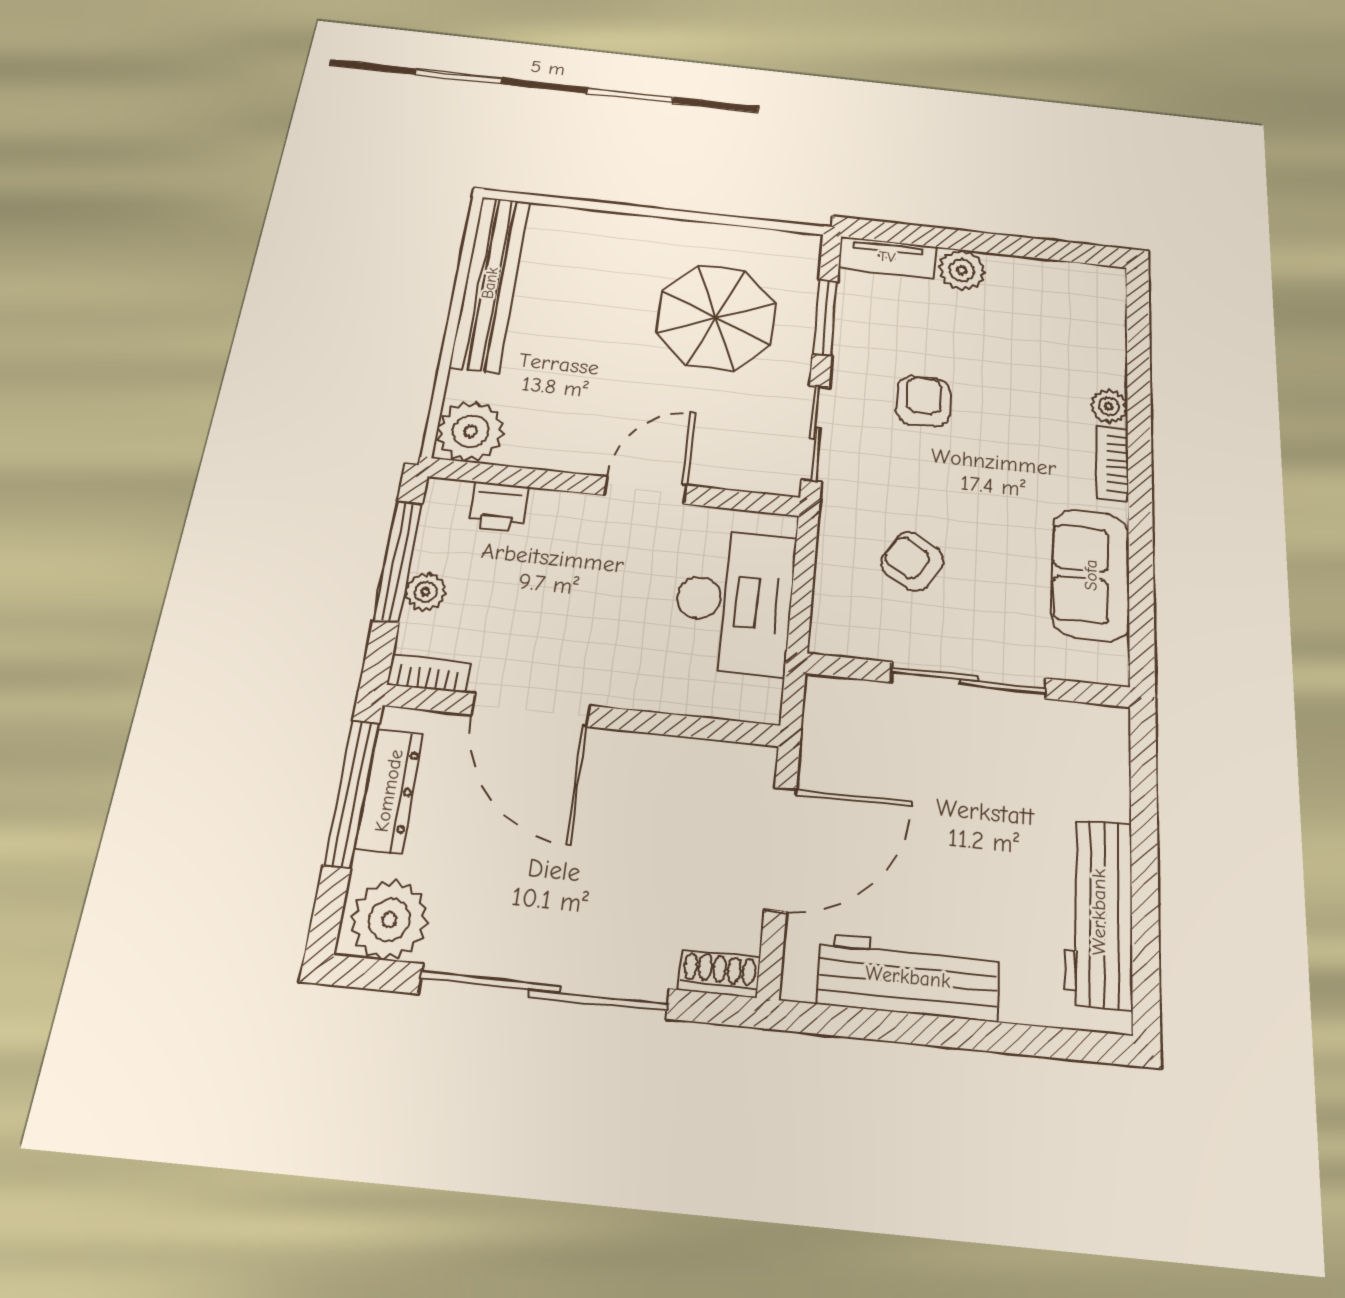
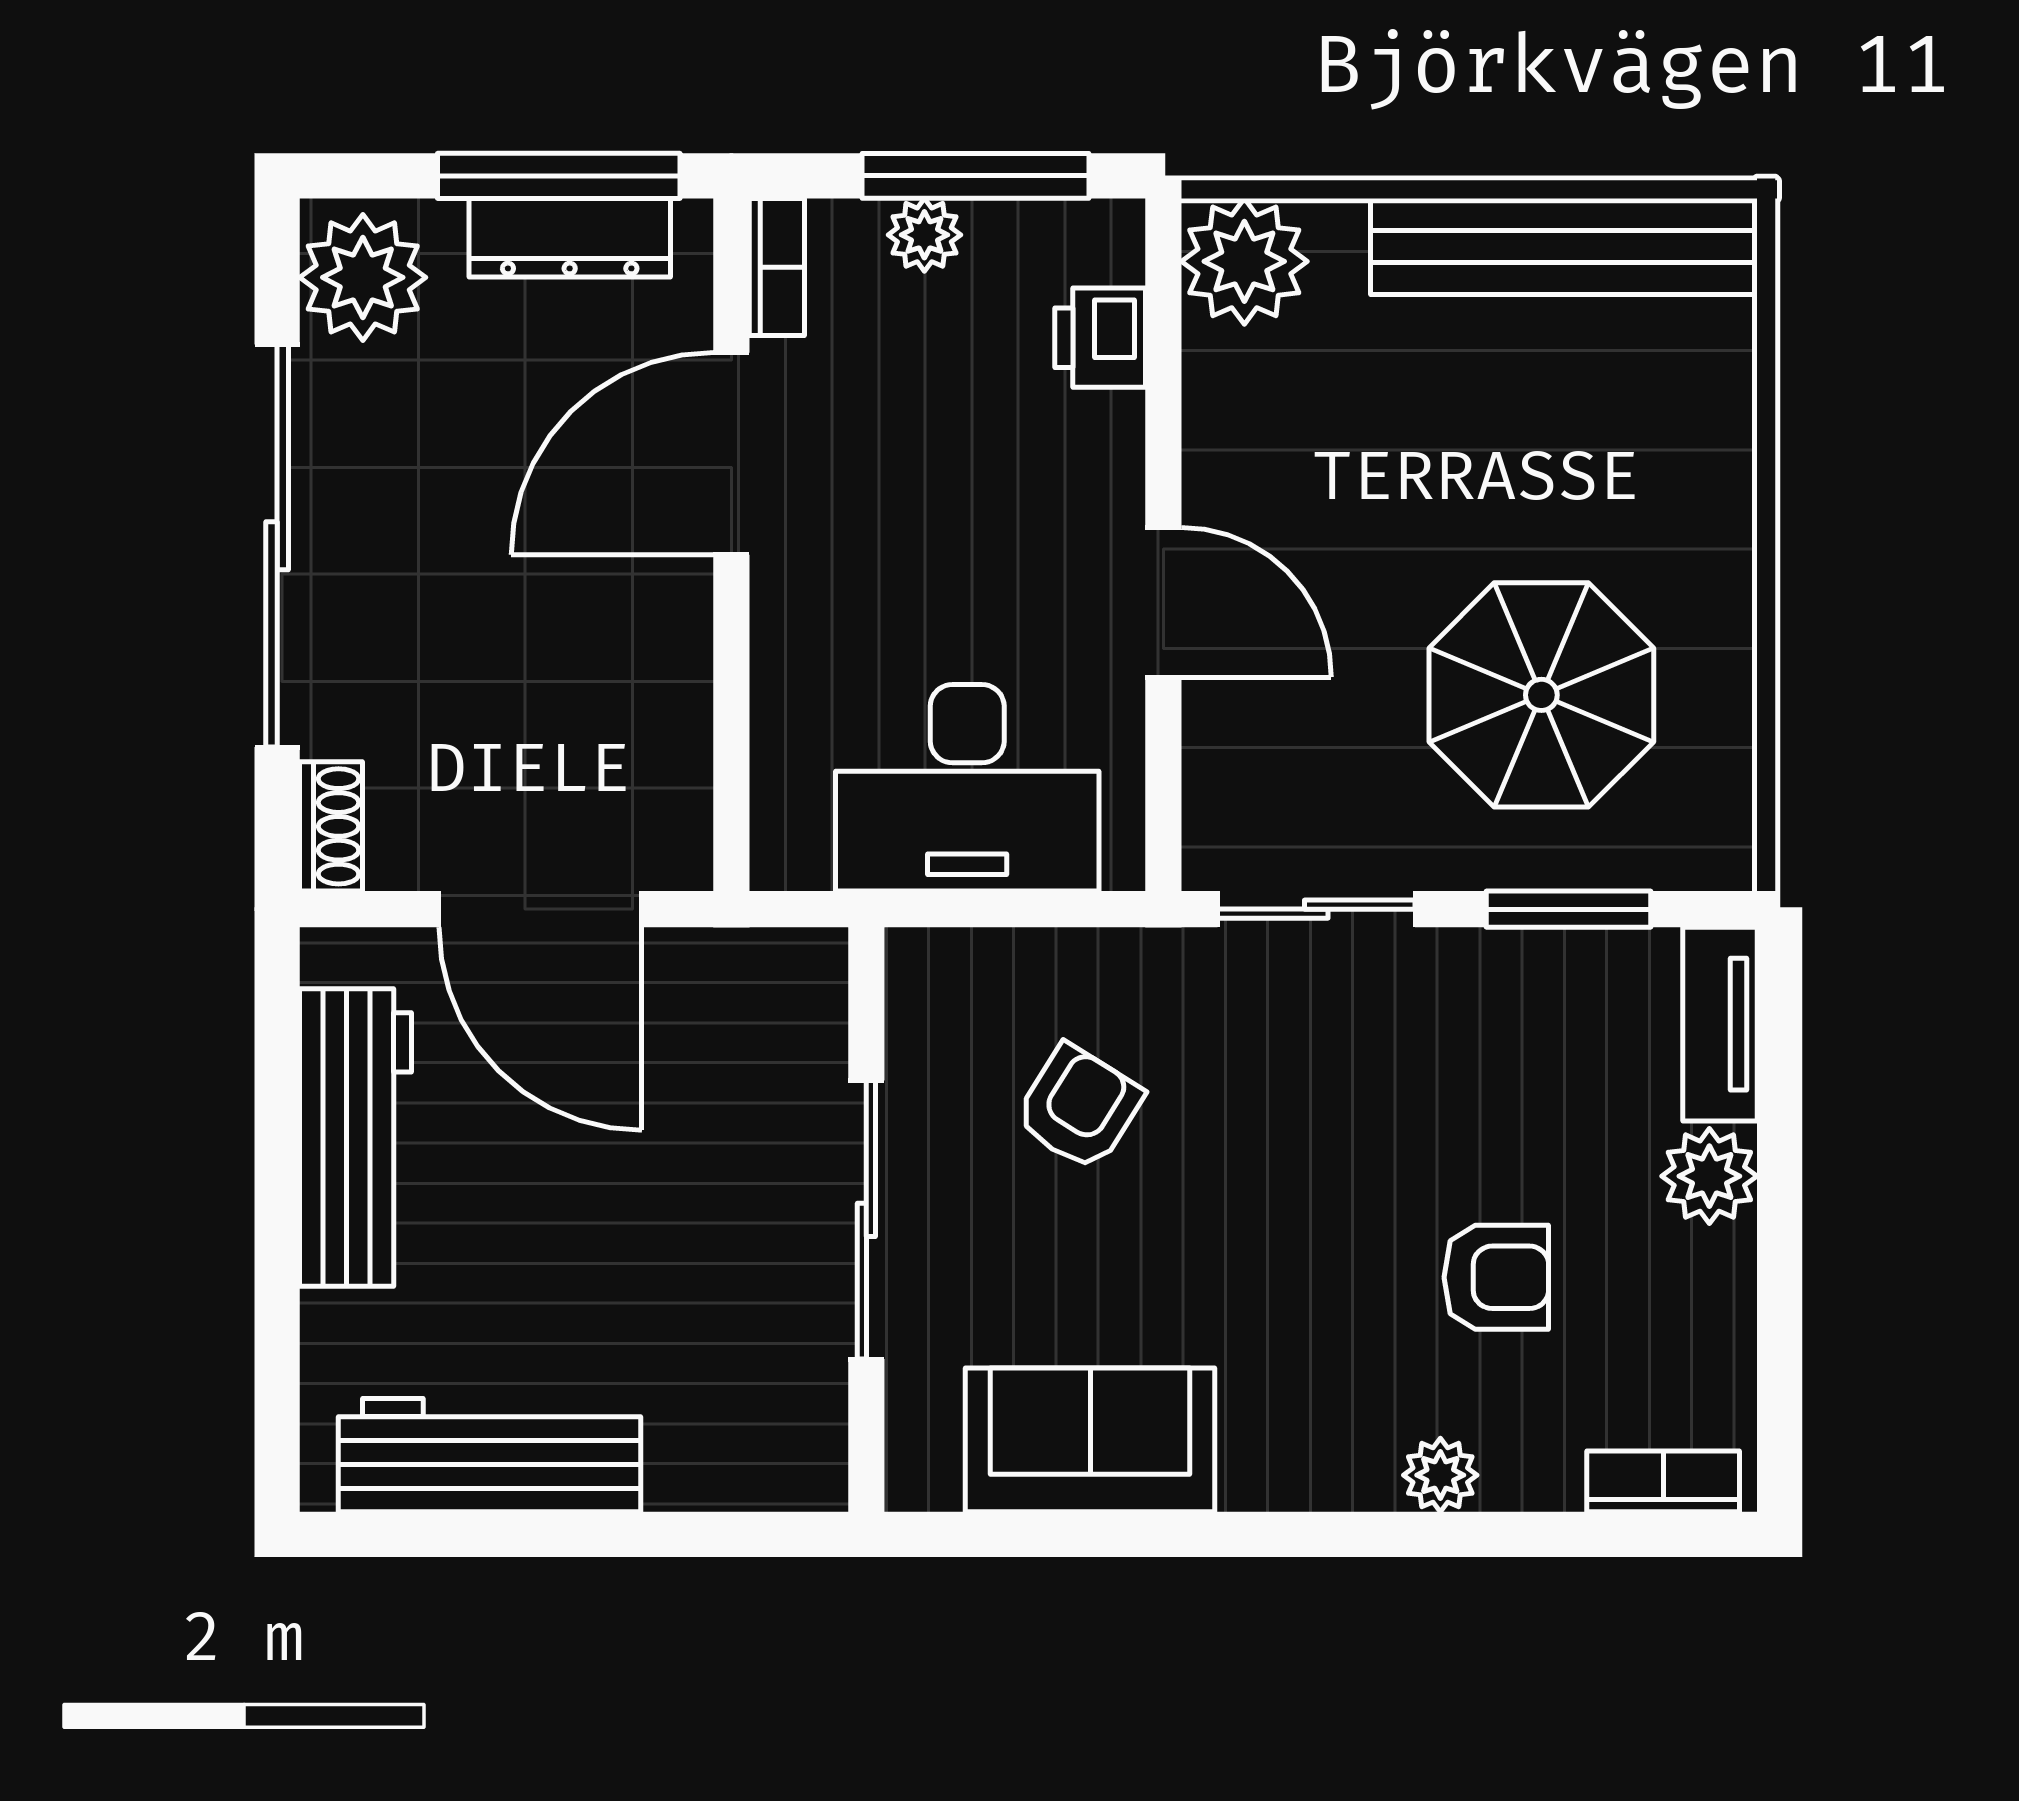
armchair: (923, 401) -> (1496, 1277), moved
bookcase: (1112, 463) -> (1663, 1481), moved

